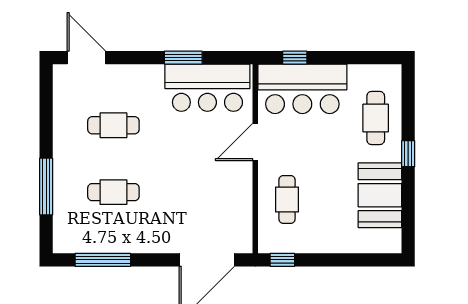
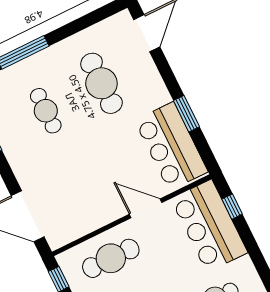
cafe table: (113, 125) -> (101, 83), width x1.37, depth x1.35
cafe table: (287, 199) -> (111, 258), width x1.37, depth x1.35

